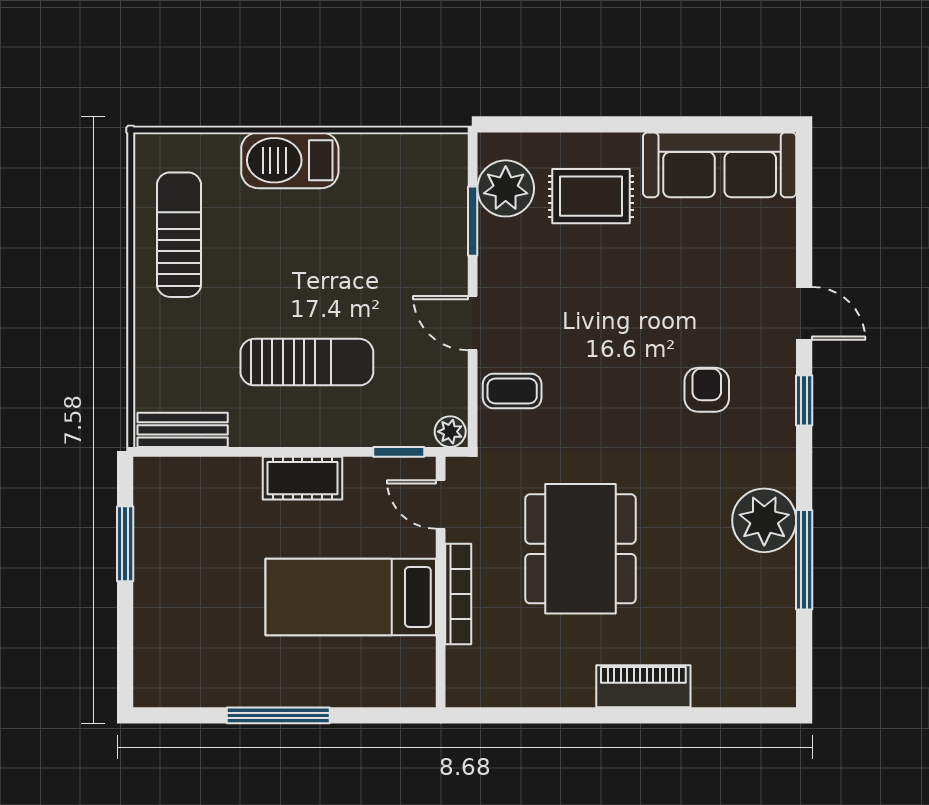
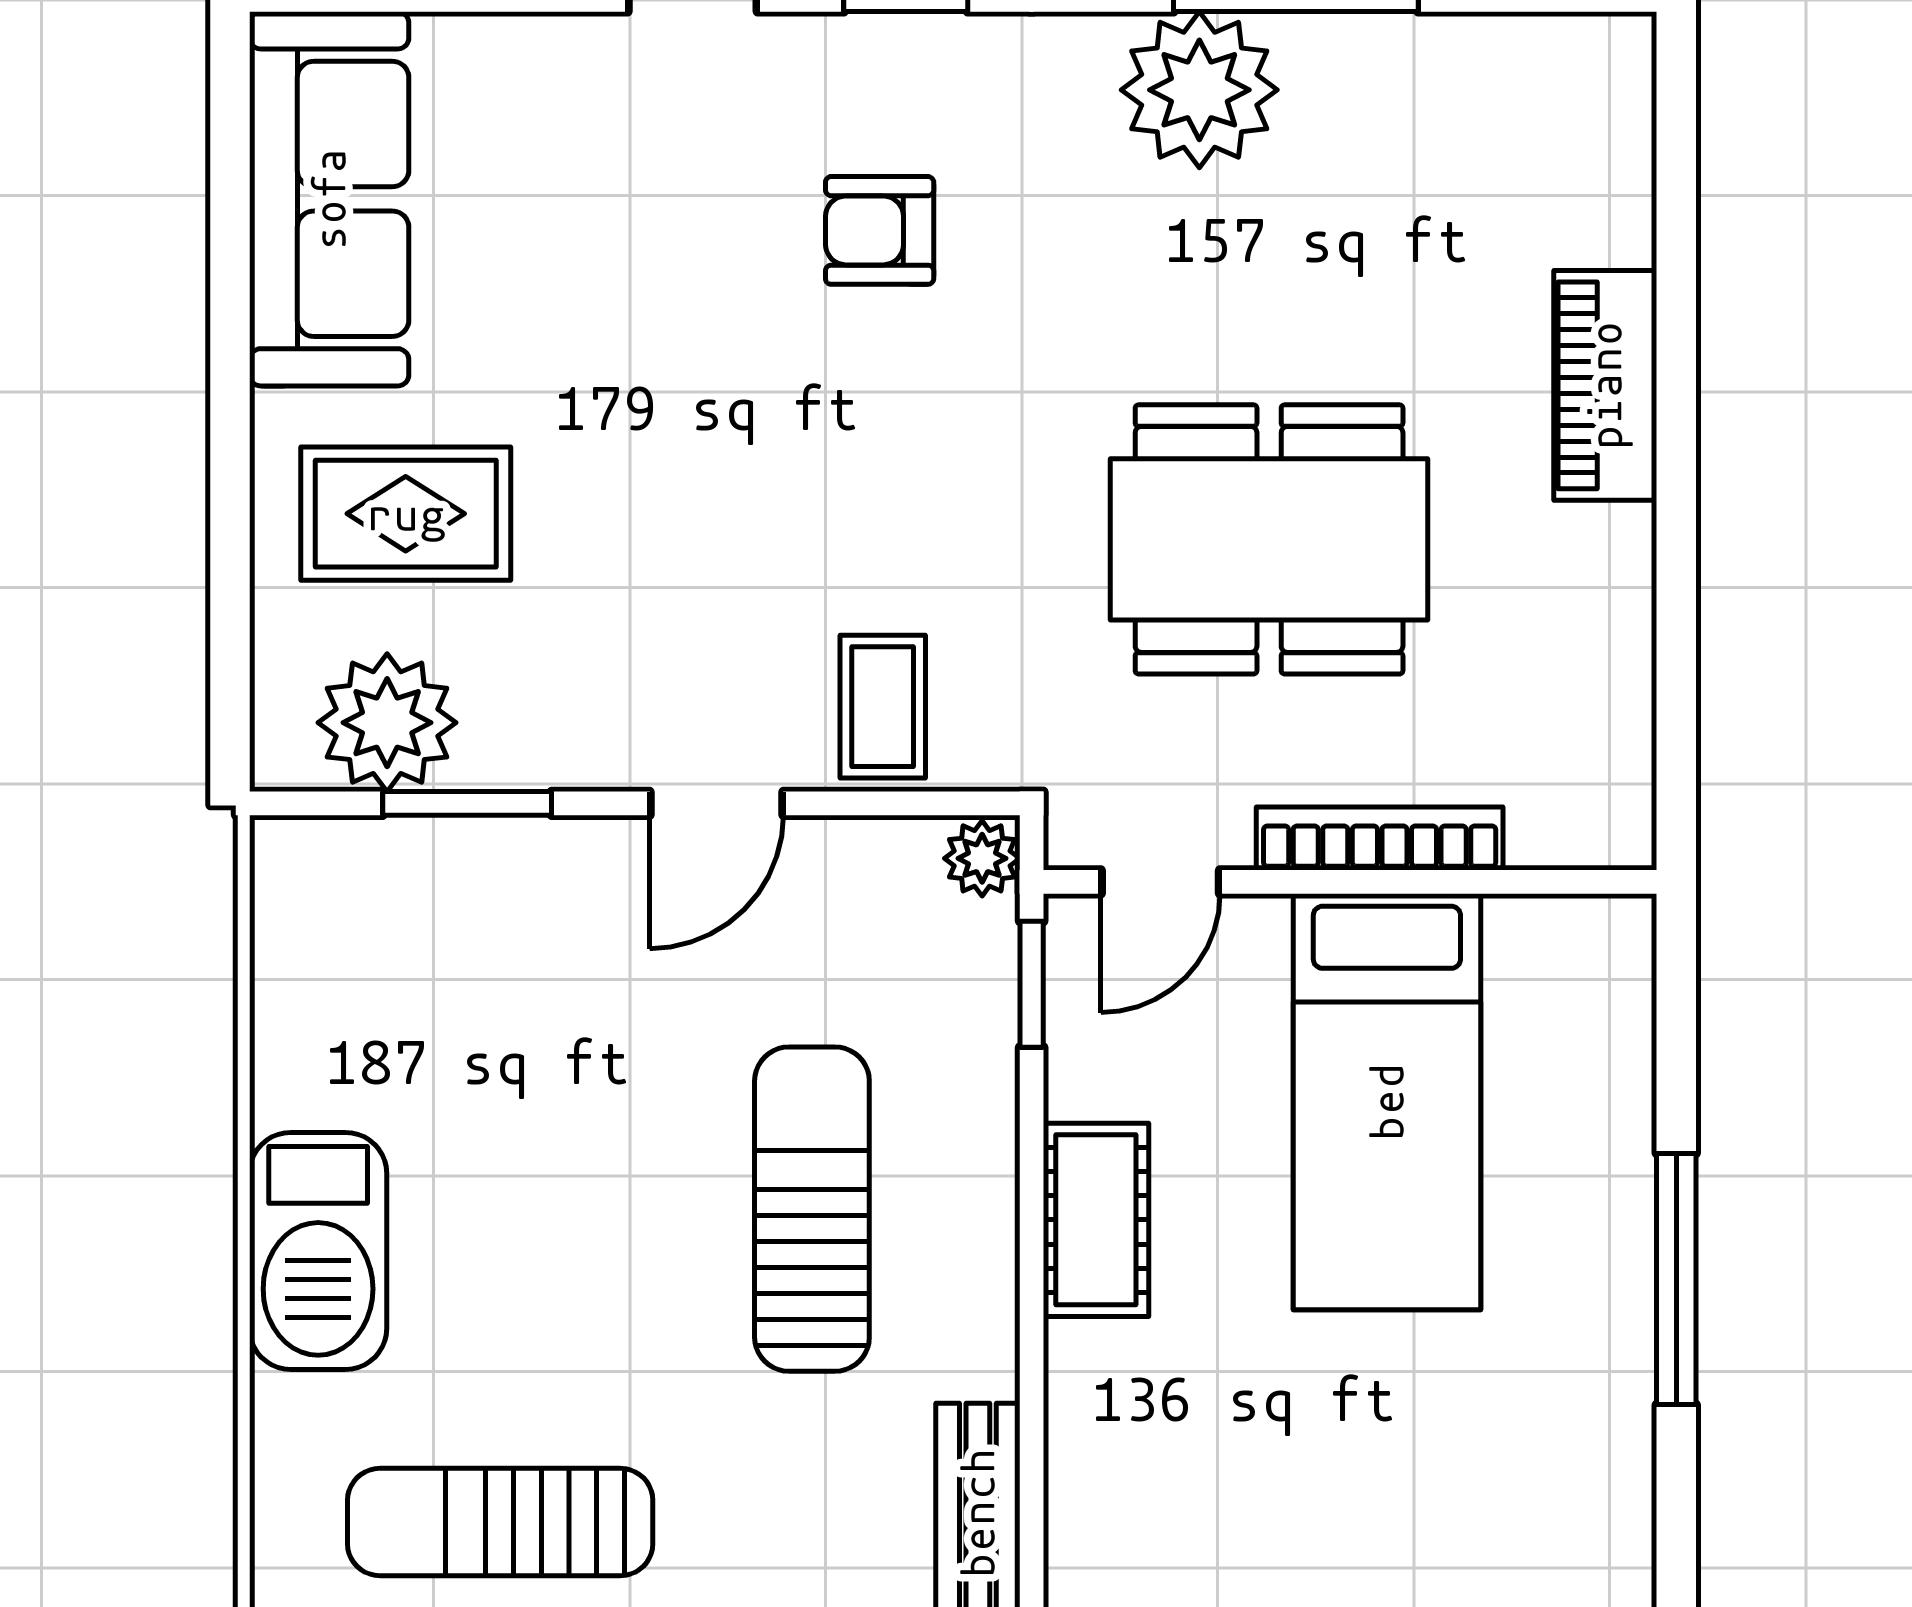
rug: (591, 196) -> (406, 514), turned 90

